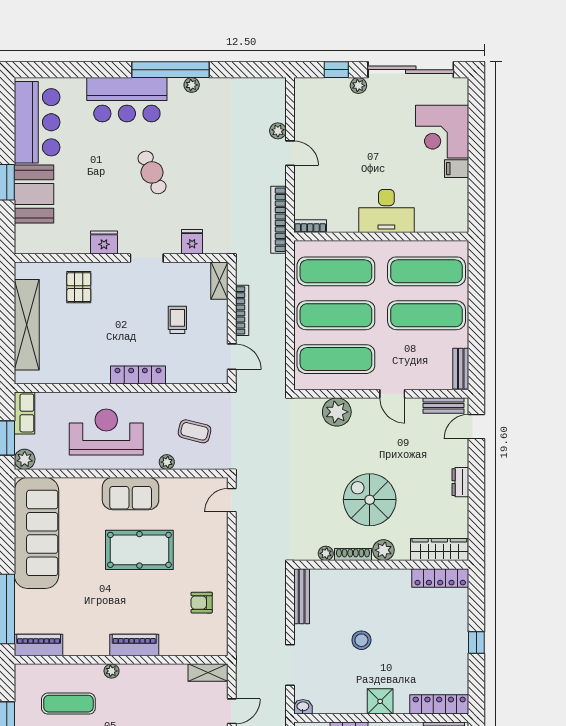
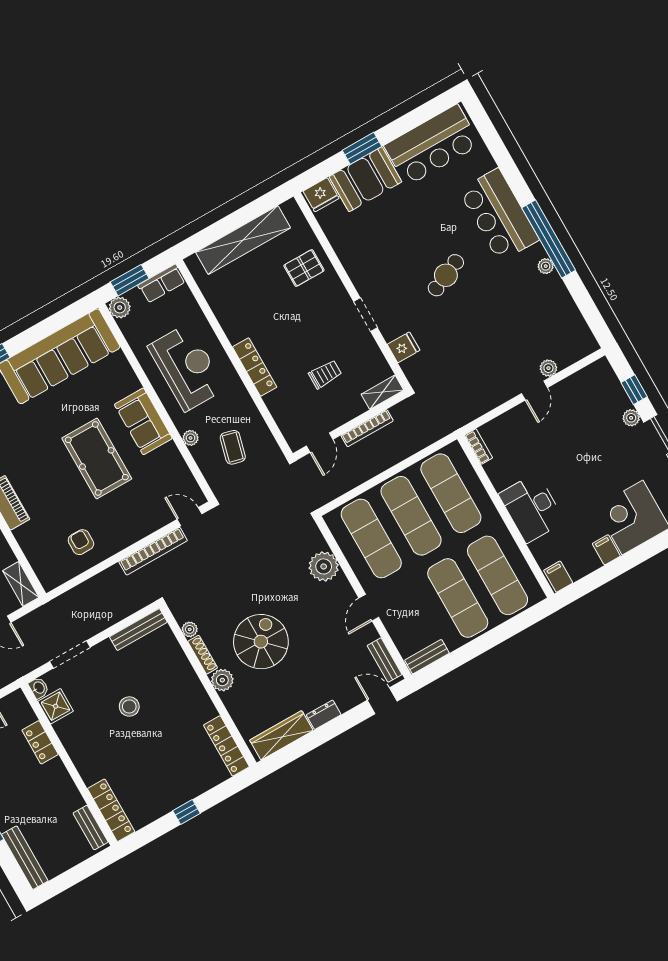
bookcase: (278, 220) -> (153, 551), moved, turned 180
filing cabinet: (456, 221) -> (558, 577), added
fridge: (104, 243) -> (321, 195), moved, turned 90
wardrobe: (439, 550) -> (281, 735), moved, turned -90
shower: (380, 701) -> (56, 706), moved

